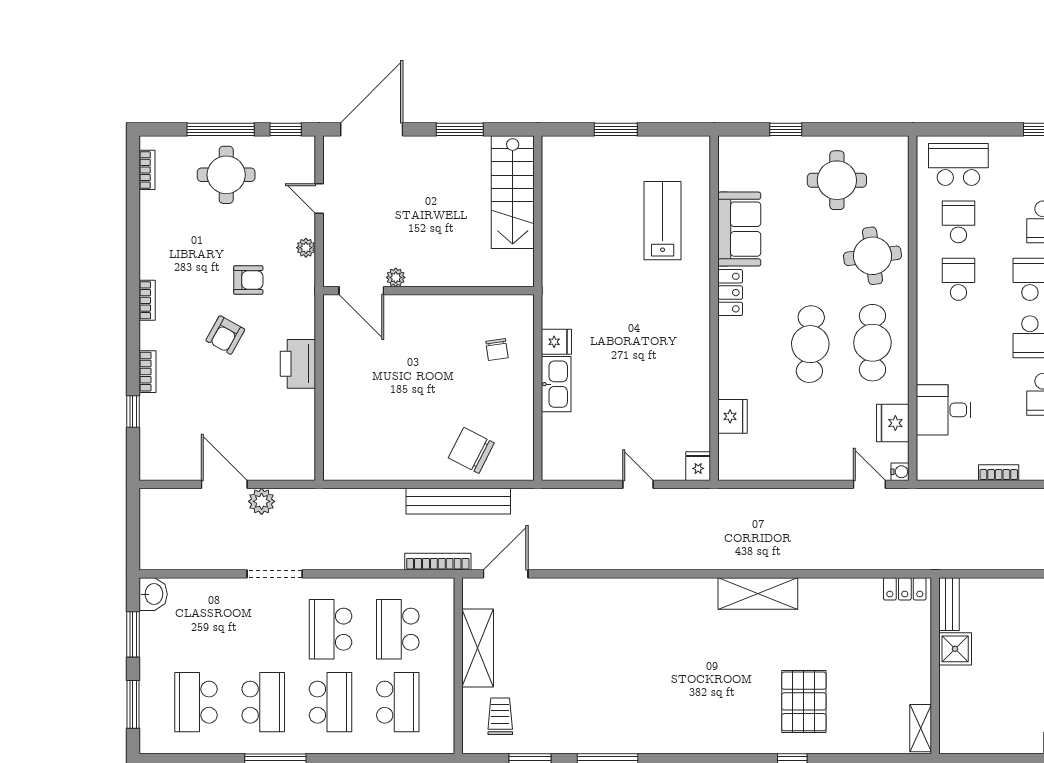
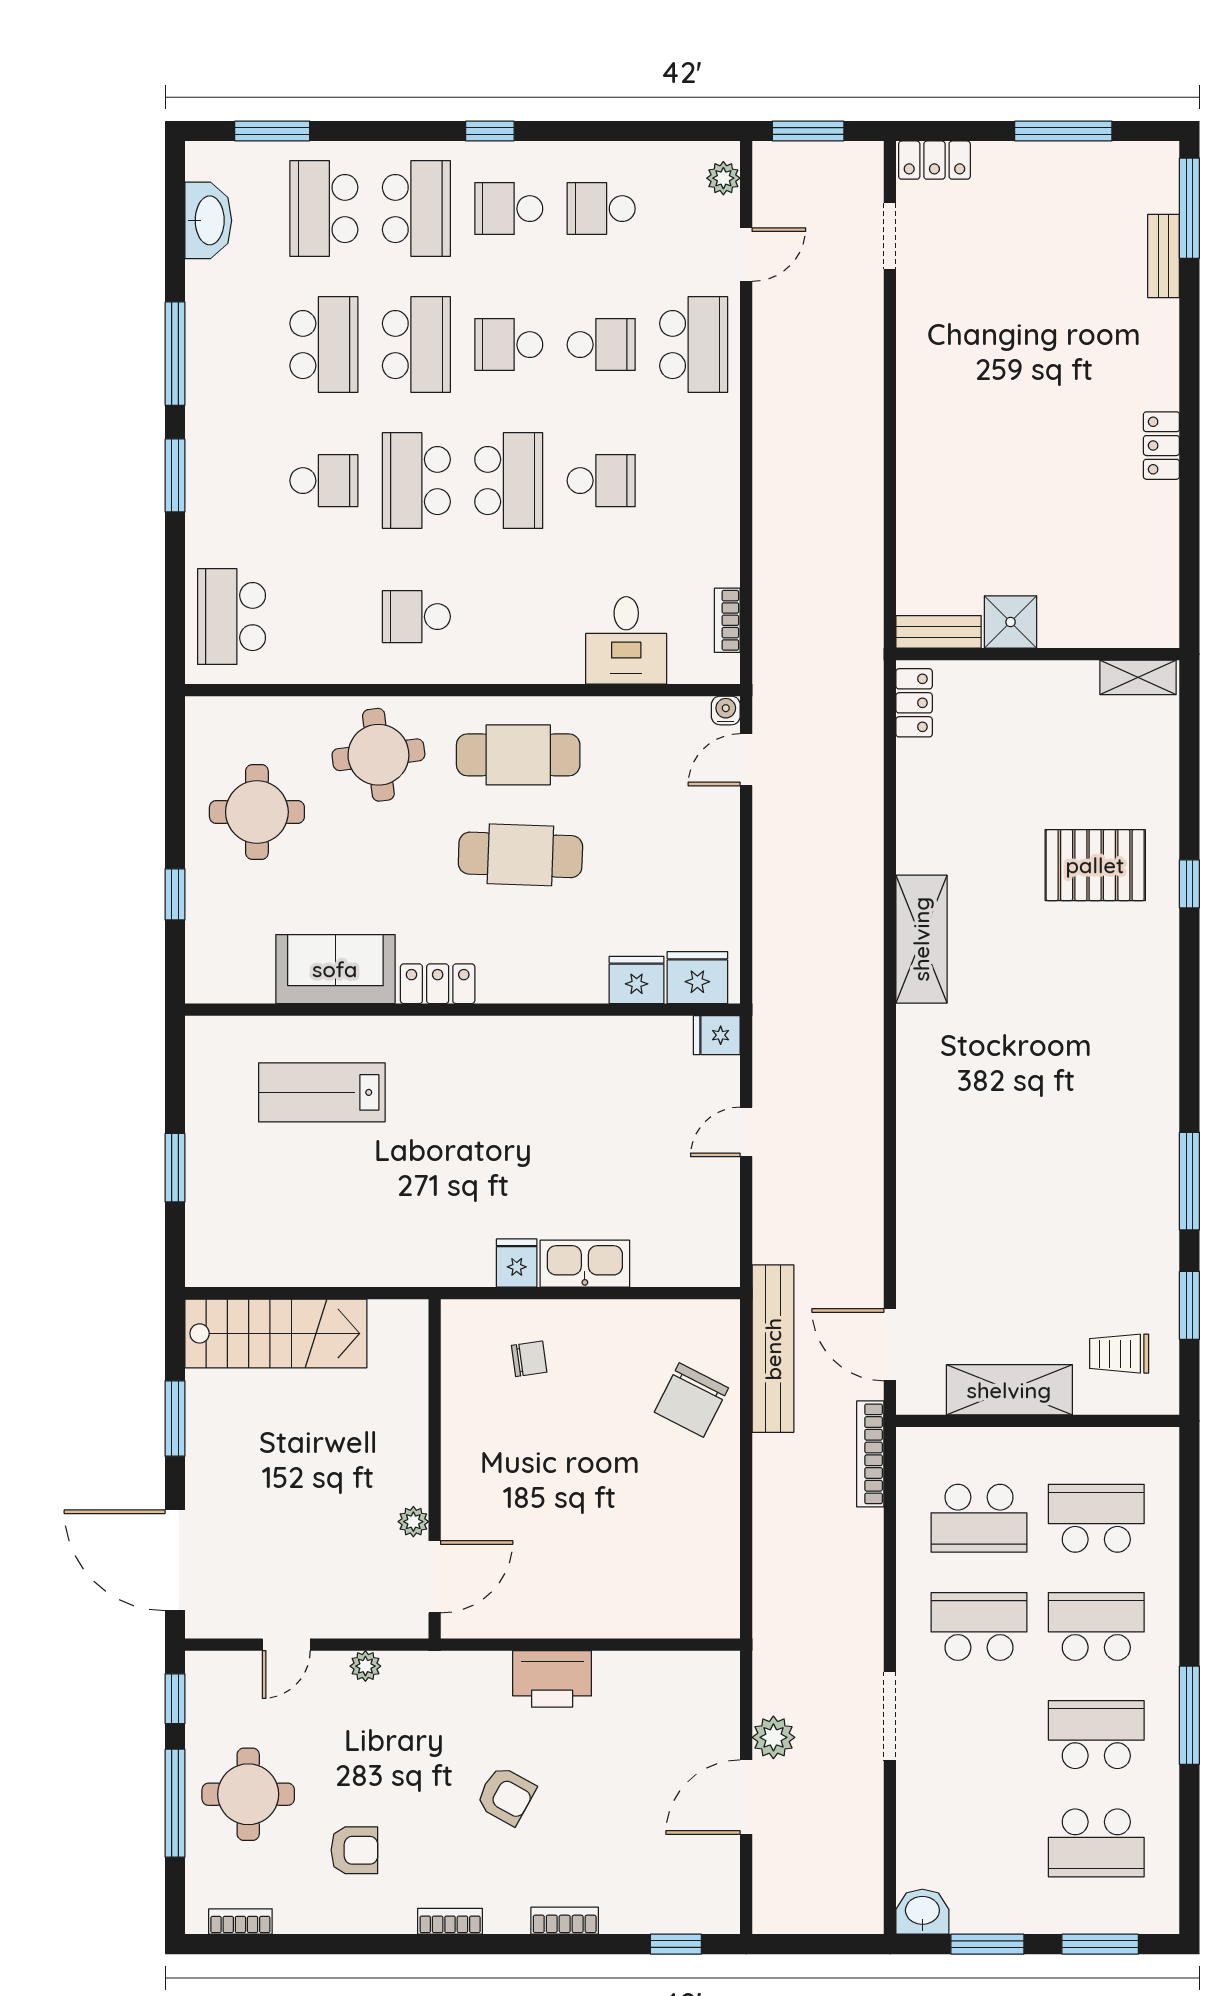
school desk: (958, 222) -> (324, 617), removed
armchair: (248, 280) -> (354, 1850), moved, turned 90
window: (133, 412) -> (676, 1944), moved
fridge: (893, 423) -> (697, 978), moved, turned 180
bookcase: (999, 473) -> (727, 620), moved
bench: (458, 501) -> (773, 1349), moved
school desk: (330, 629) -> (979, 1626), turned 180

